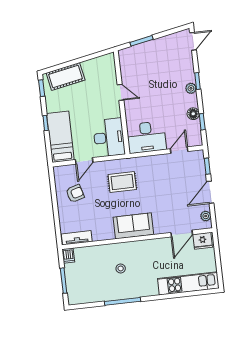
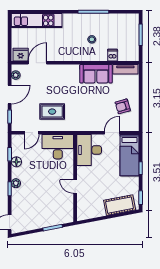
rug: (122, 182) -> (52, 112), moved
sofa: (133, 226) -> (96, 74), moved
dishwasher: (68, 256) -> (113, 55), moved

